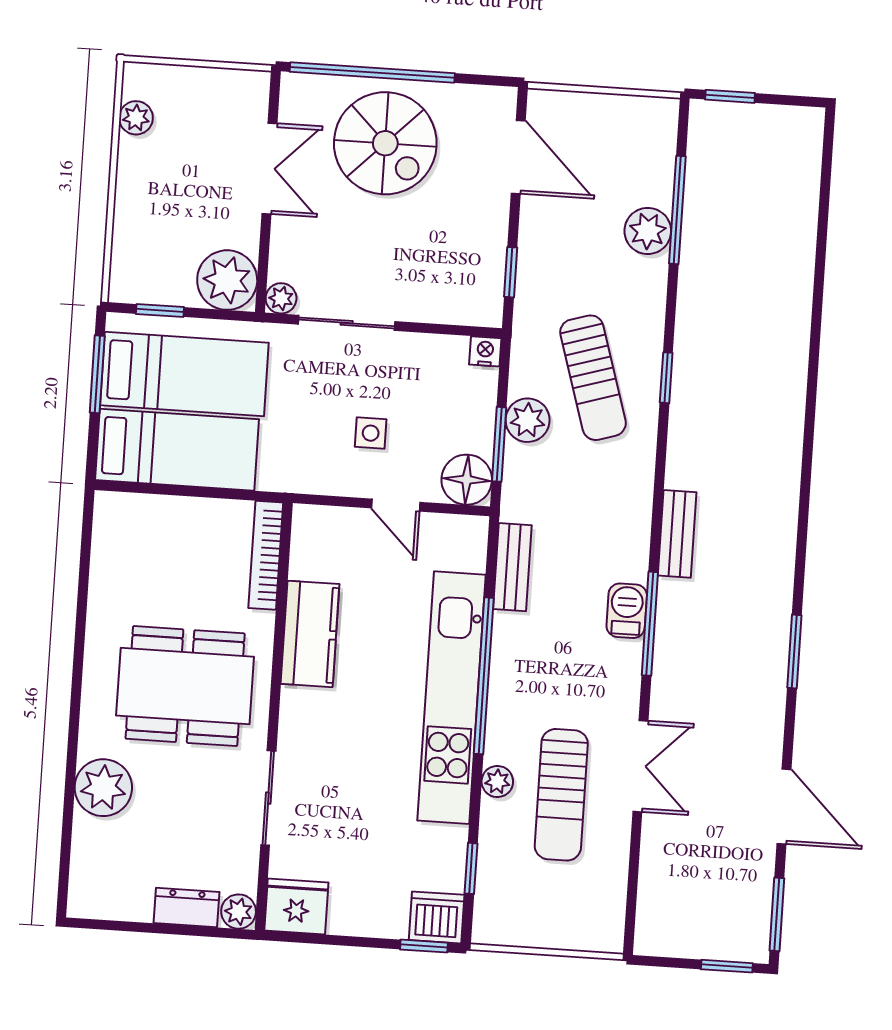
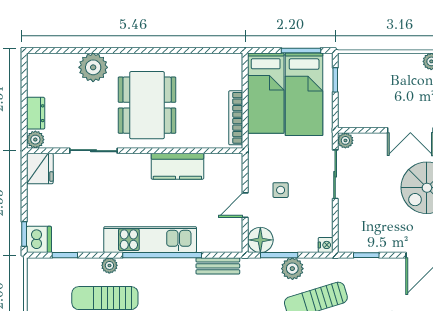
plant: (227, 280) -> (353, 113), removed
bookcase: (266, 555) -> (236, 118), moved, turned -90
kitchen unit: (452, 698) -> (150, 240), width x0.73

